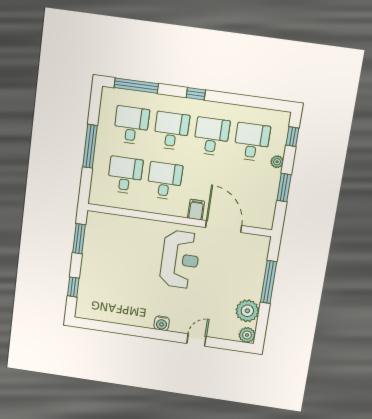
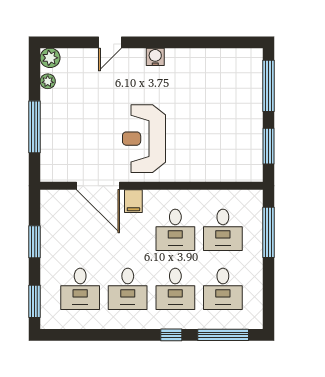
window: (196, 94) -> (171, 335), moved
window: (292, 137) -> (35, 301), width x1.50
window: (90, 146) -> (269, 232), moved
plant: (277, 162) -> (47, 270), removed
window: (73, 287) -> (269, 86), width x2.17
plant: (247, 311) -> (48, 81), width x0.53, depth x0.53

